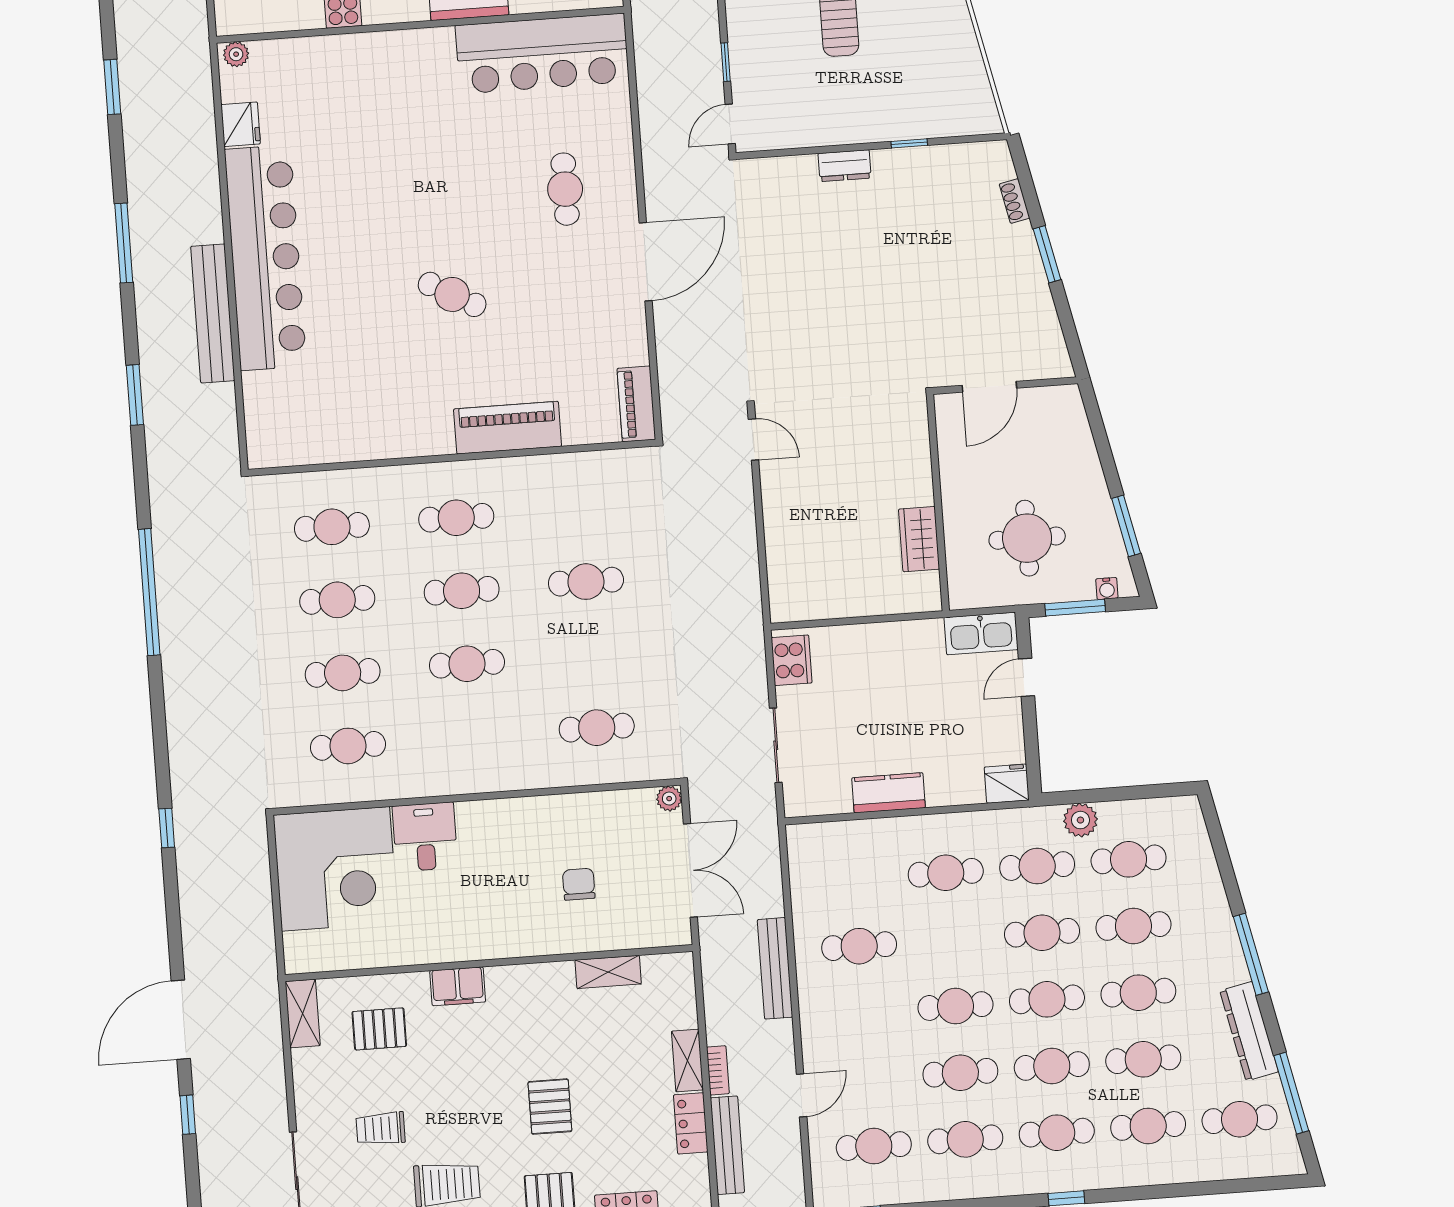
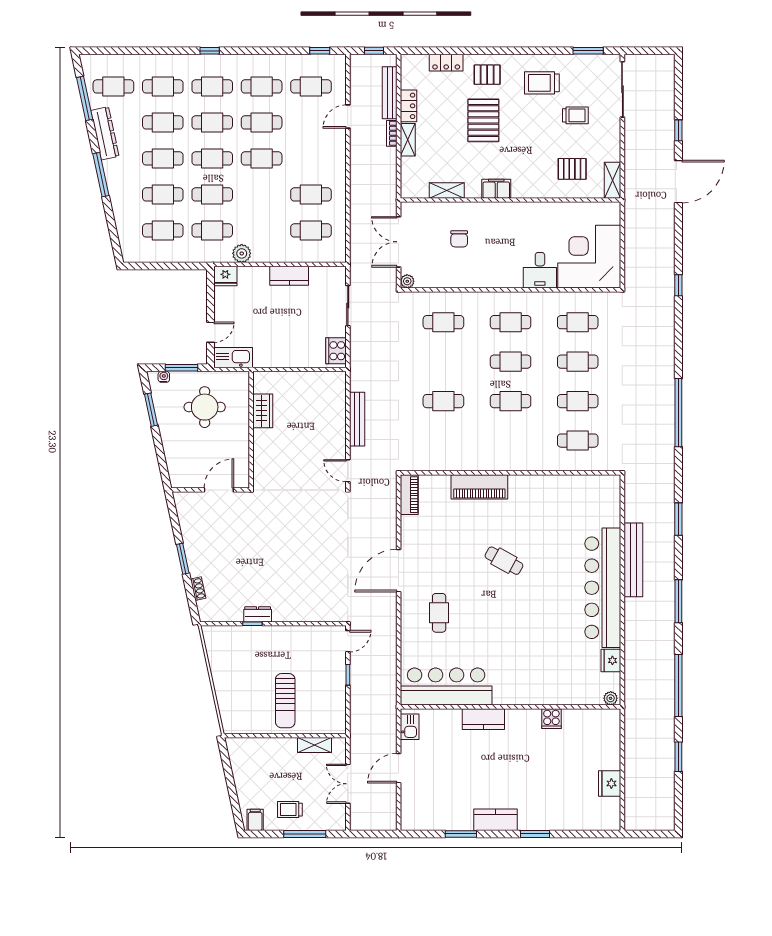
window: (112, 87) -> (678, 686), width x2.11
dresser: (845, 166) -> (258, 614), moved
cafe table: (456, 518) -> (511, 322), moved
plant: (1080, 820) -> (242, 253), moved
cafe table: (946, 873) -> (311, 230), moved
bench: (775, 968) -> (357, 419), moved
filing cabinet: (458, 986) -> (496, 189), moved
pallet: (550, 1107) -> (483, 120), width x1.50, depth x1.42

